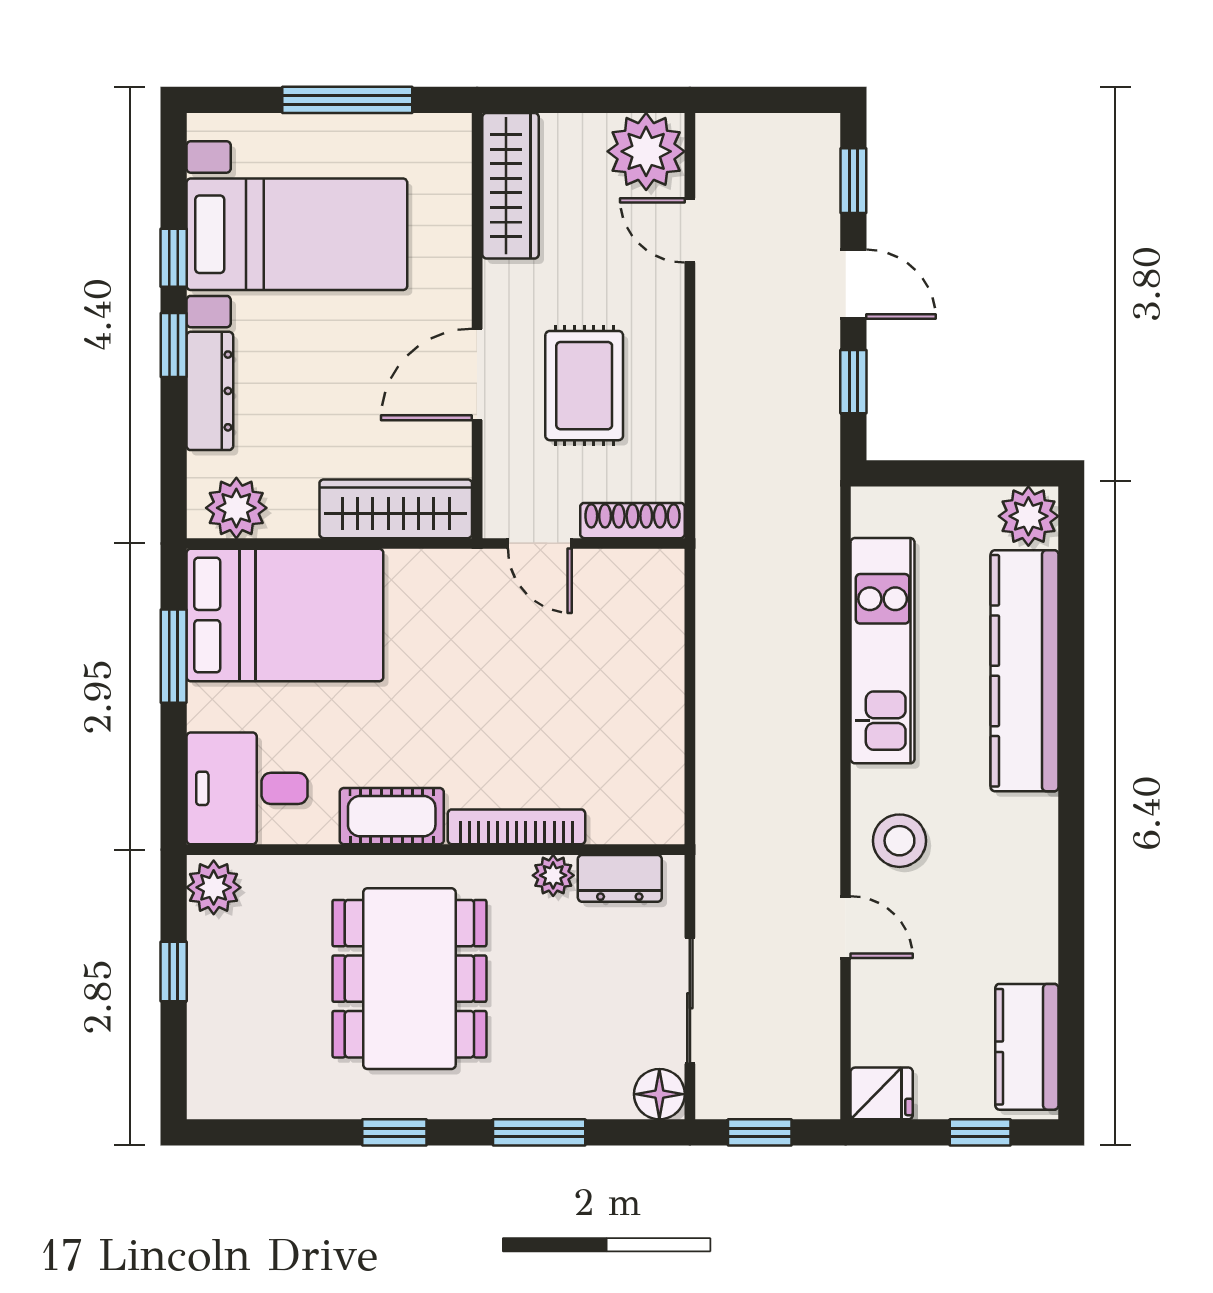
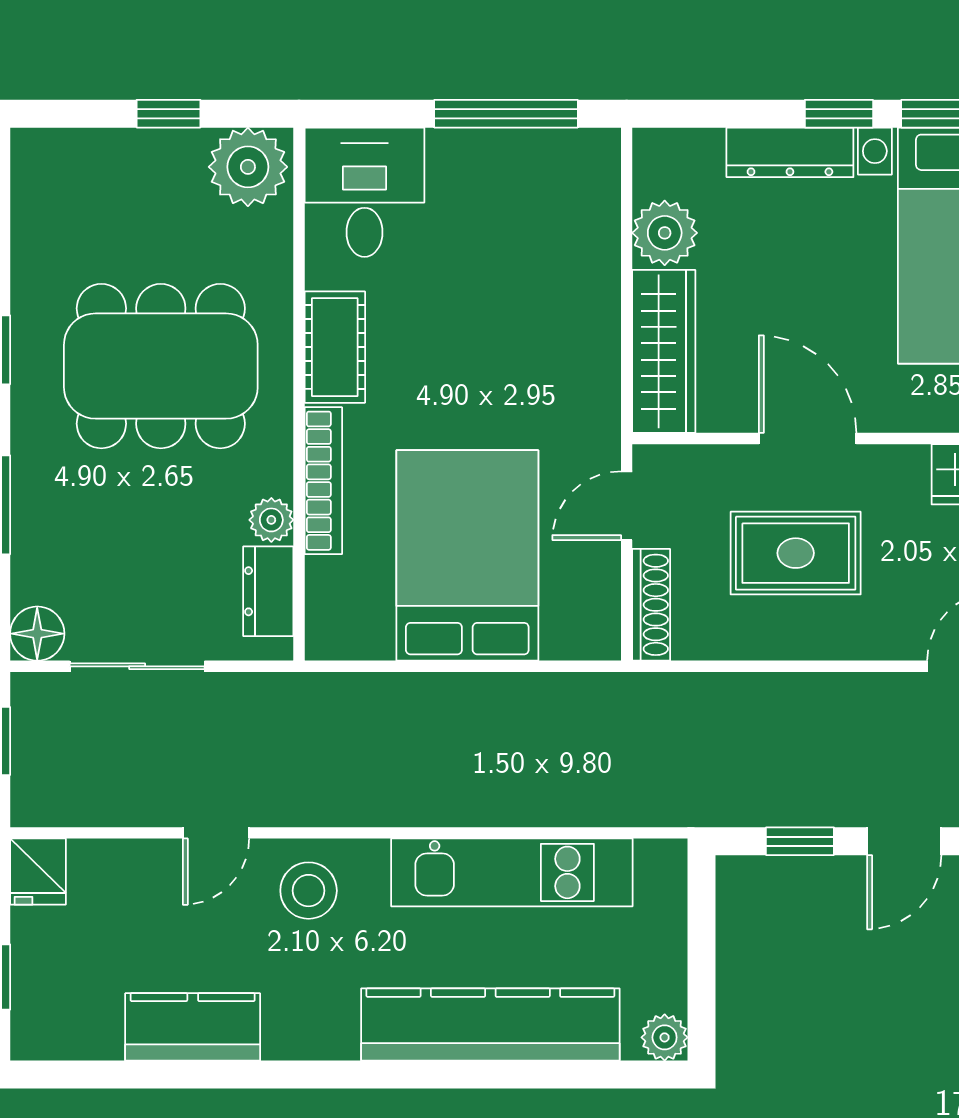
plant: (236, 508) -> (665, 233), moved
plant: (1028, 516) -> (665, 1037), width x0.73, depth x0.73
bed: (285, 615) -> (467, 555), moved, turned 180
window: (174, 656) -> (506, 114), width x1.44
plant: (214, 887) -> (248, 167), width x1.36, depth x1.36
kitchen counter: (1027, 1047) -> (193, 1027), moved

